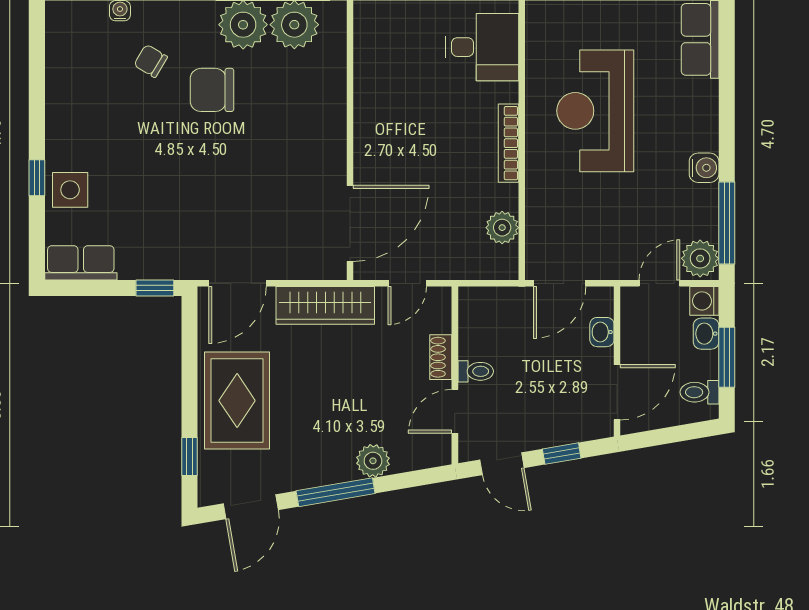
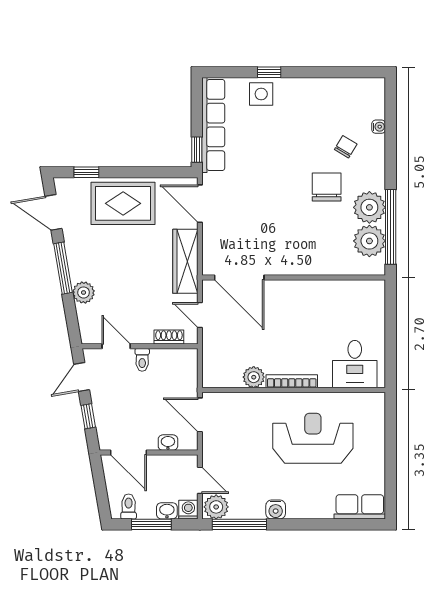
plant: (502, 228) -> (254, 377), moved
row of seats: (81, 263) -> (213, 125), width x2.02
shoe rack: (441, 357) -> (169, 337), moved

